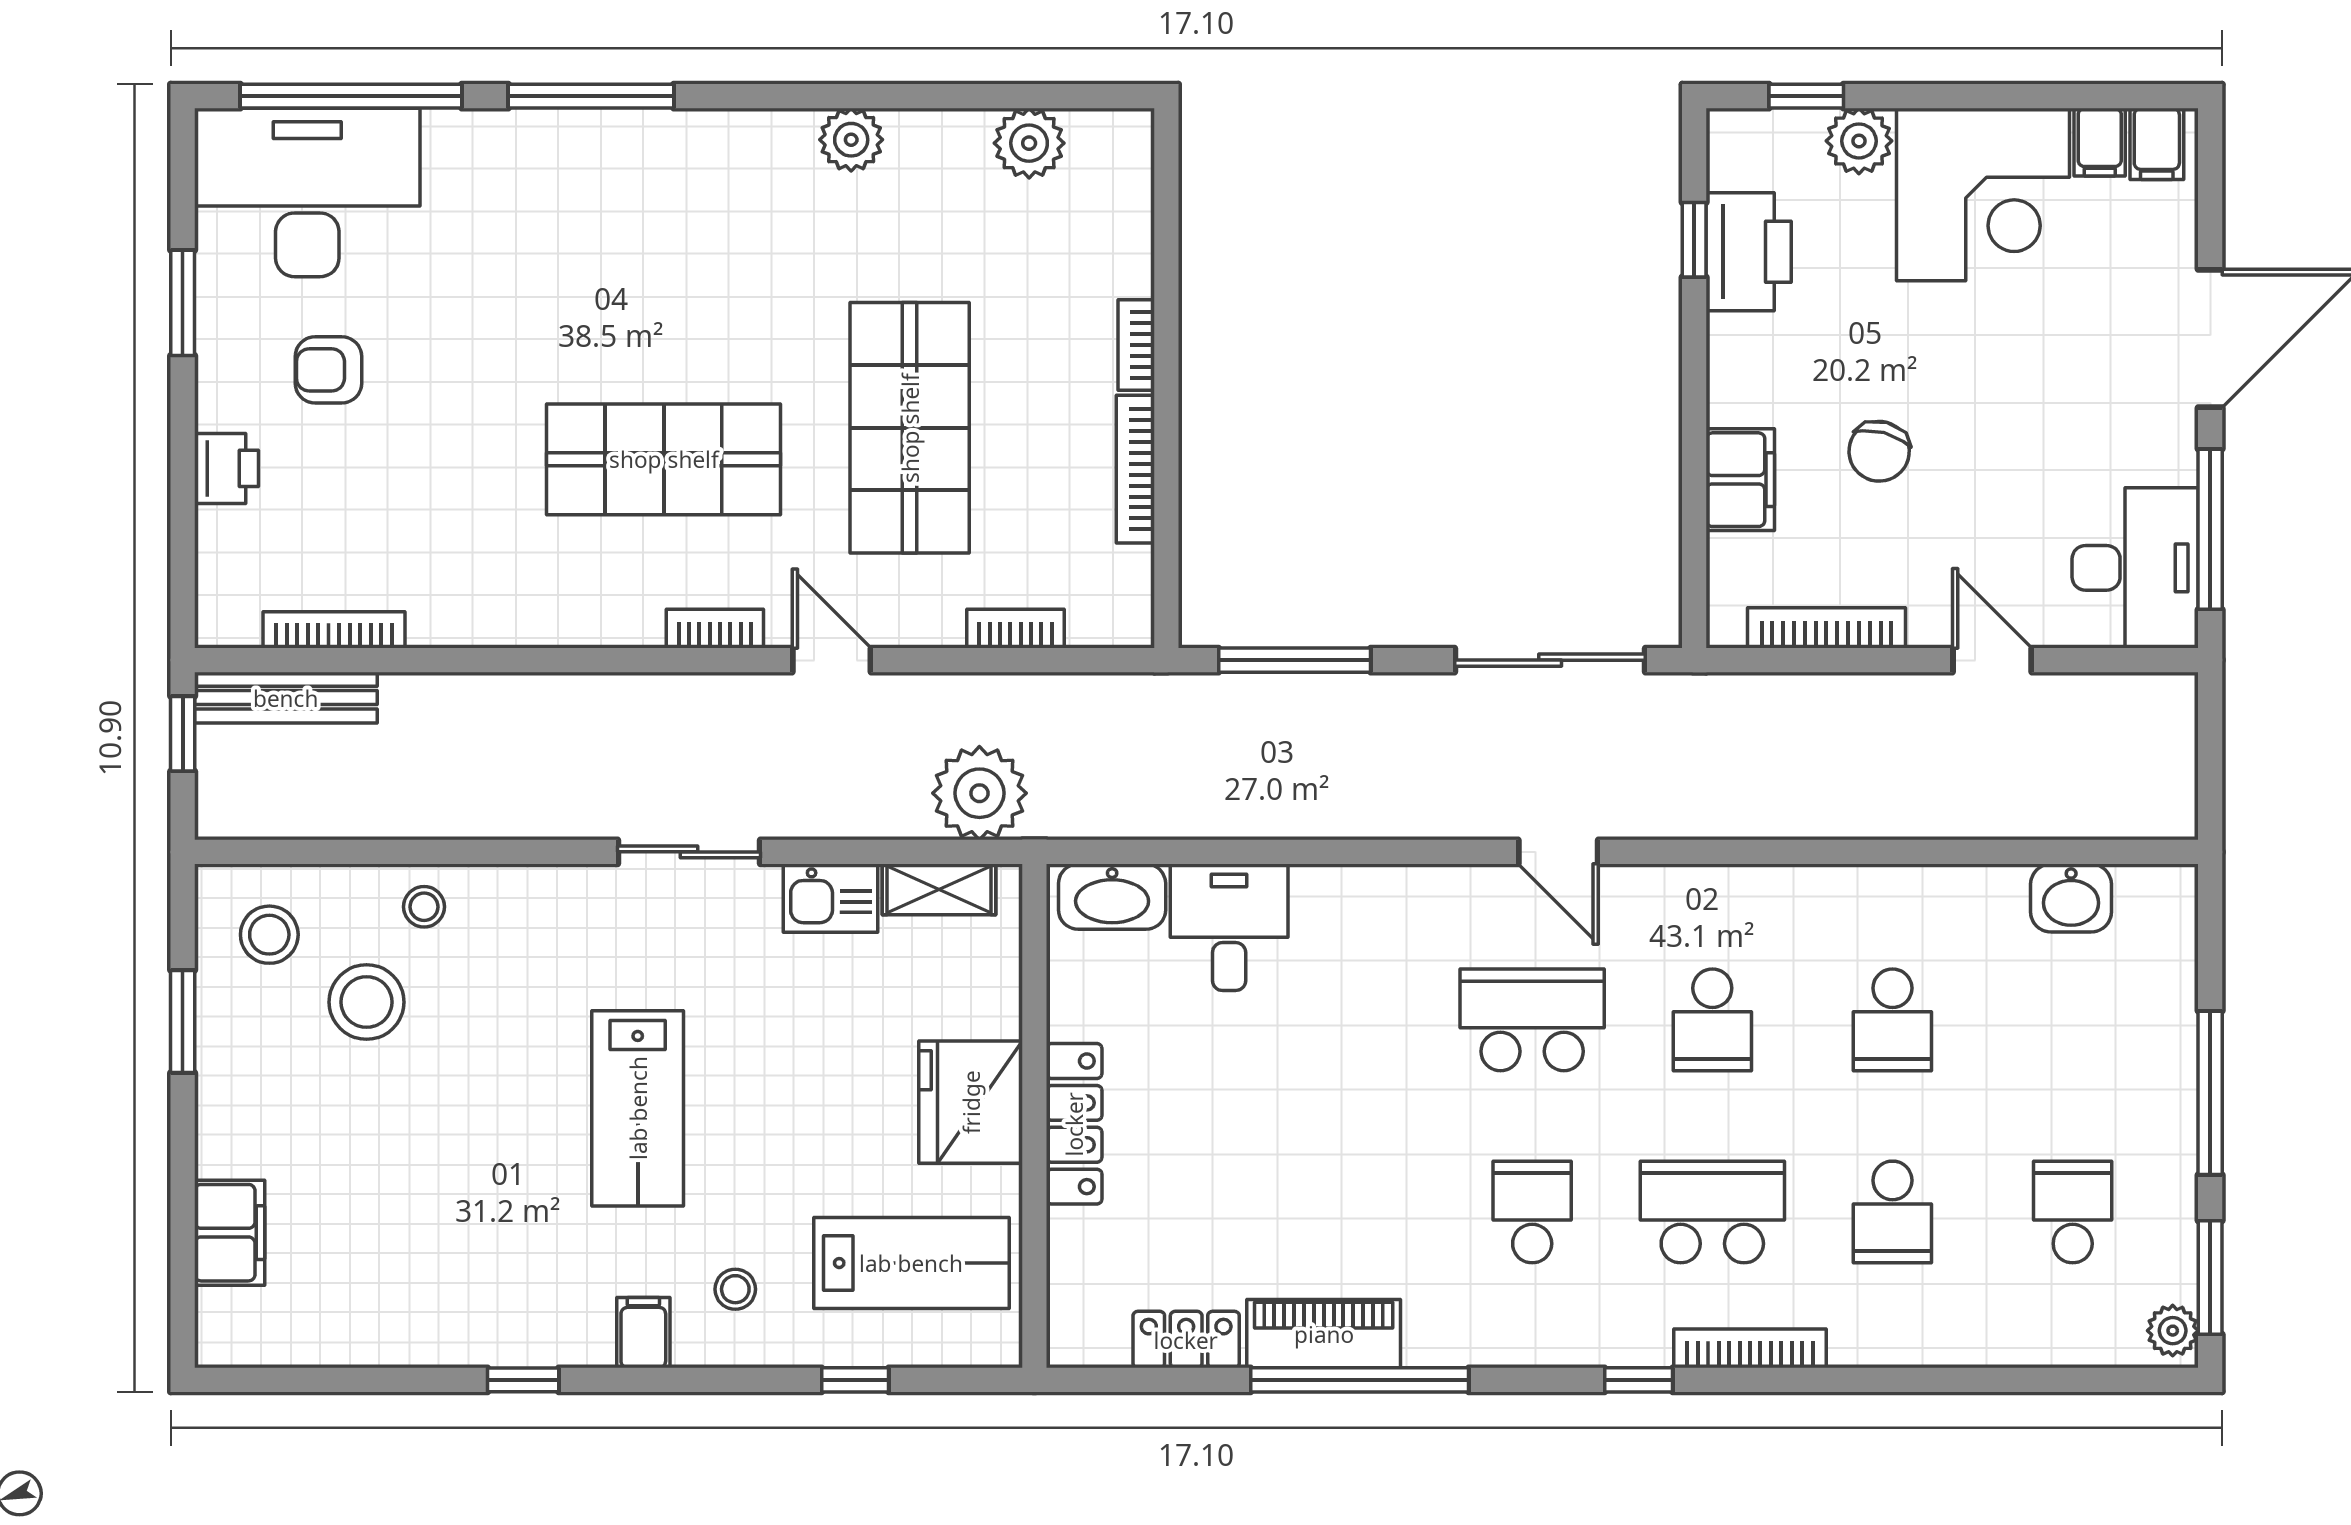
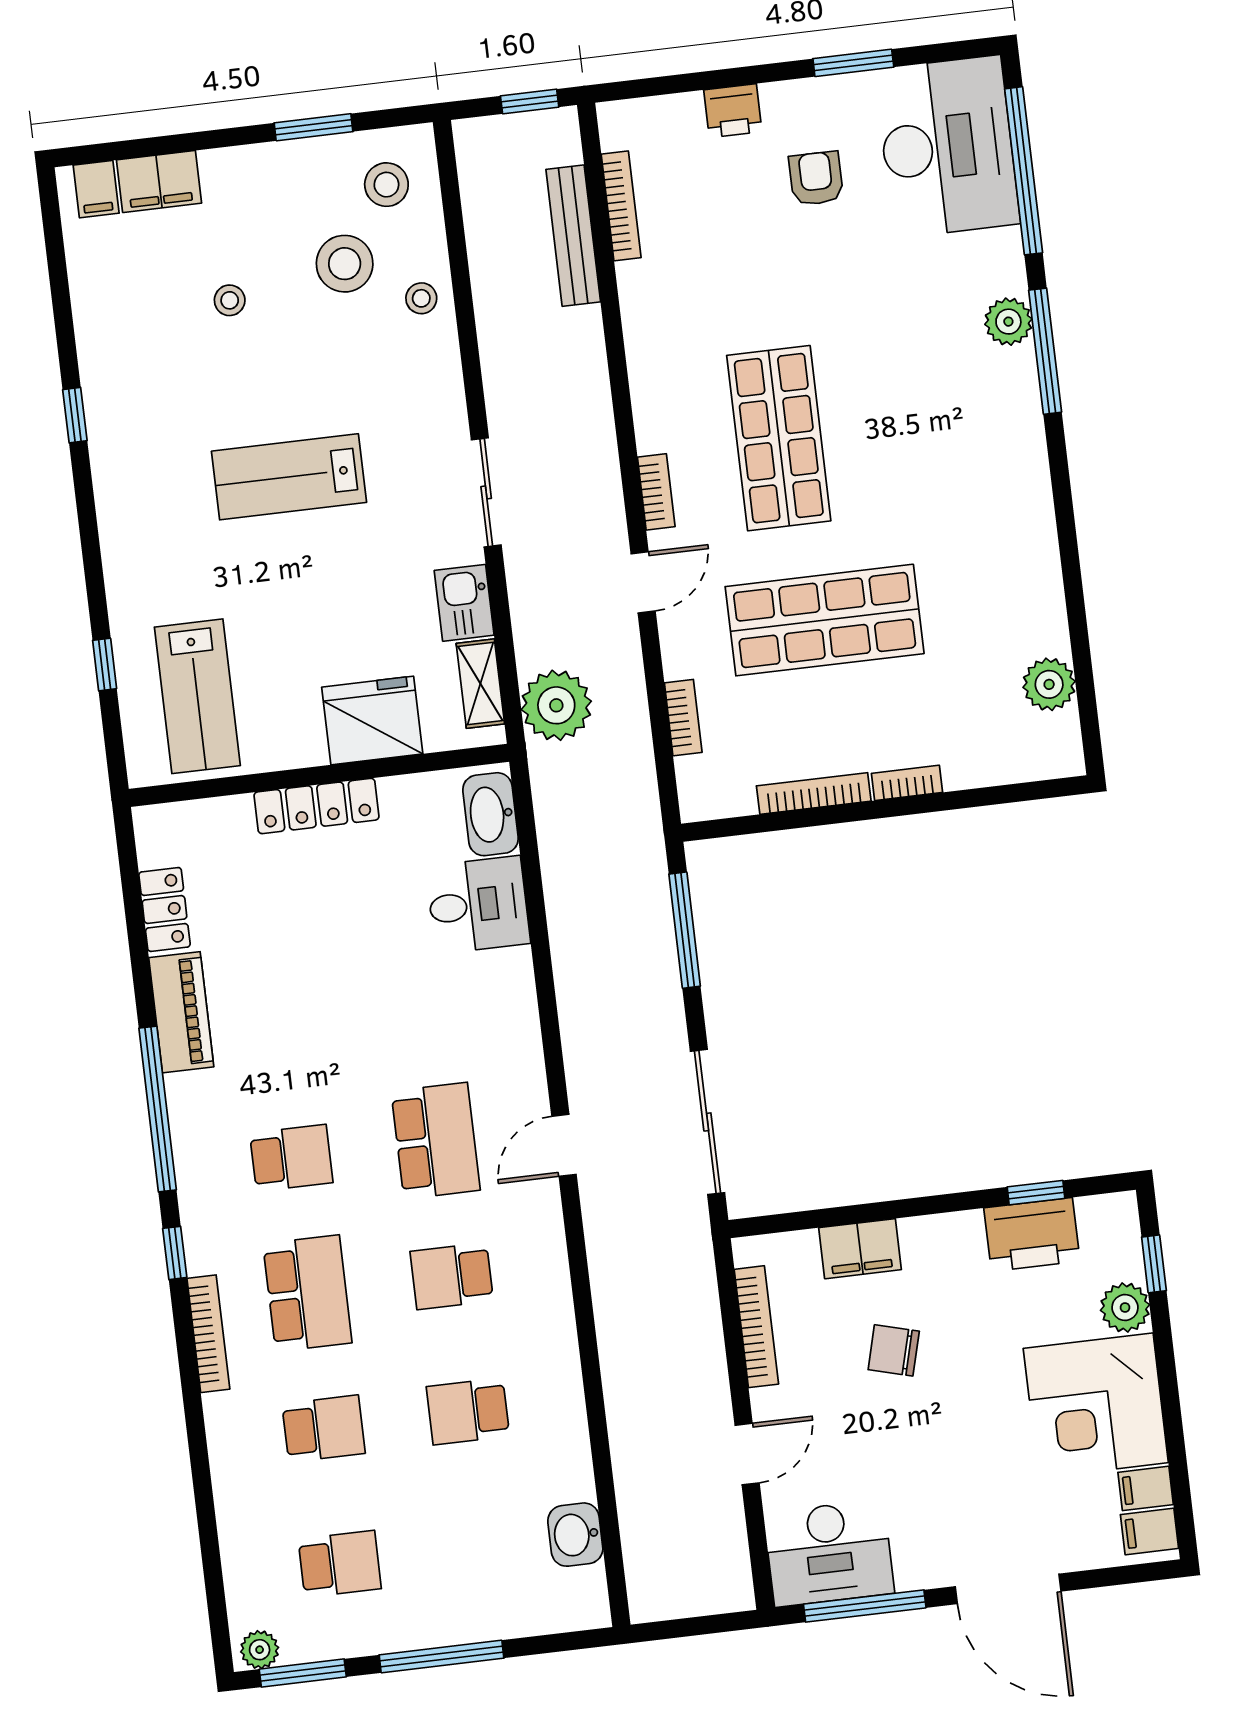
plant: (851, 140) -> (1008, 322), moved
bench: (286, 698) -> (573, 236), moved
fridge: (971, 1102) -> (372, 720), moved
school desk: (1892, 1212) -> (324, 1429), turned 180
stool: (735, 1289) -> (230, 300), moved
filing cabinet: (643, 1333) -> (96, 189), moved, turned 90
window: (1360, 1380) -> (158, 1109), moved

